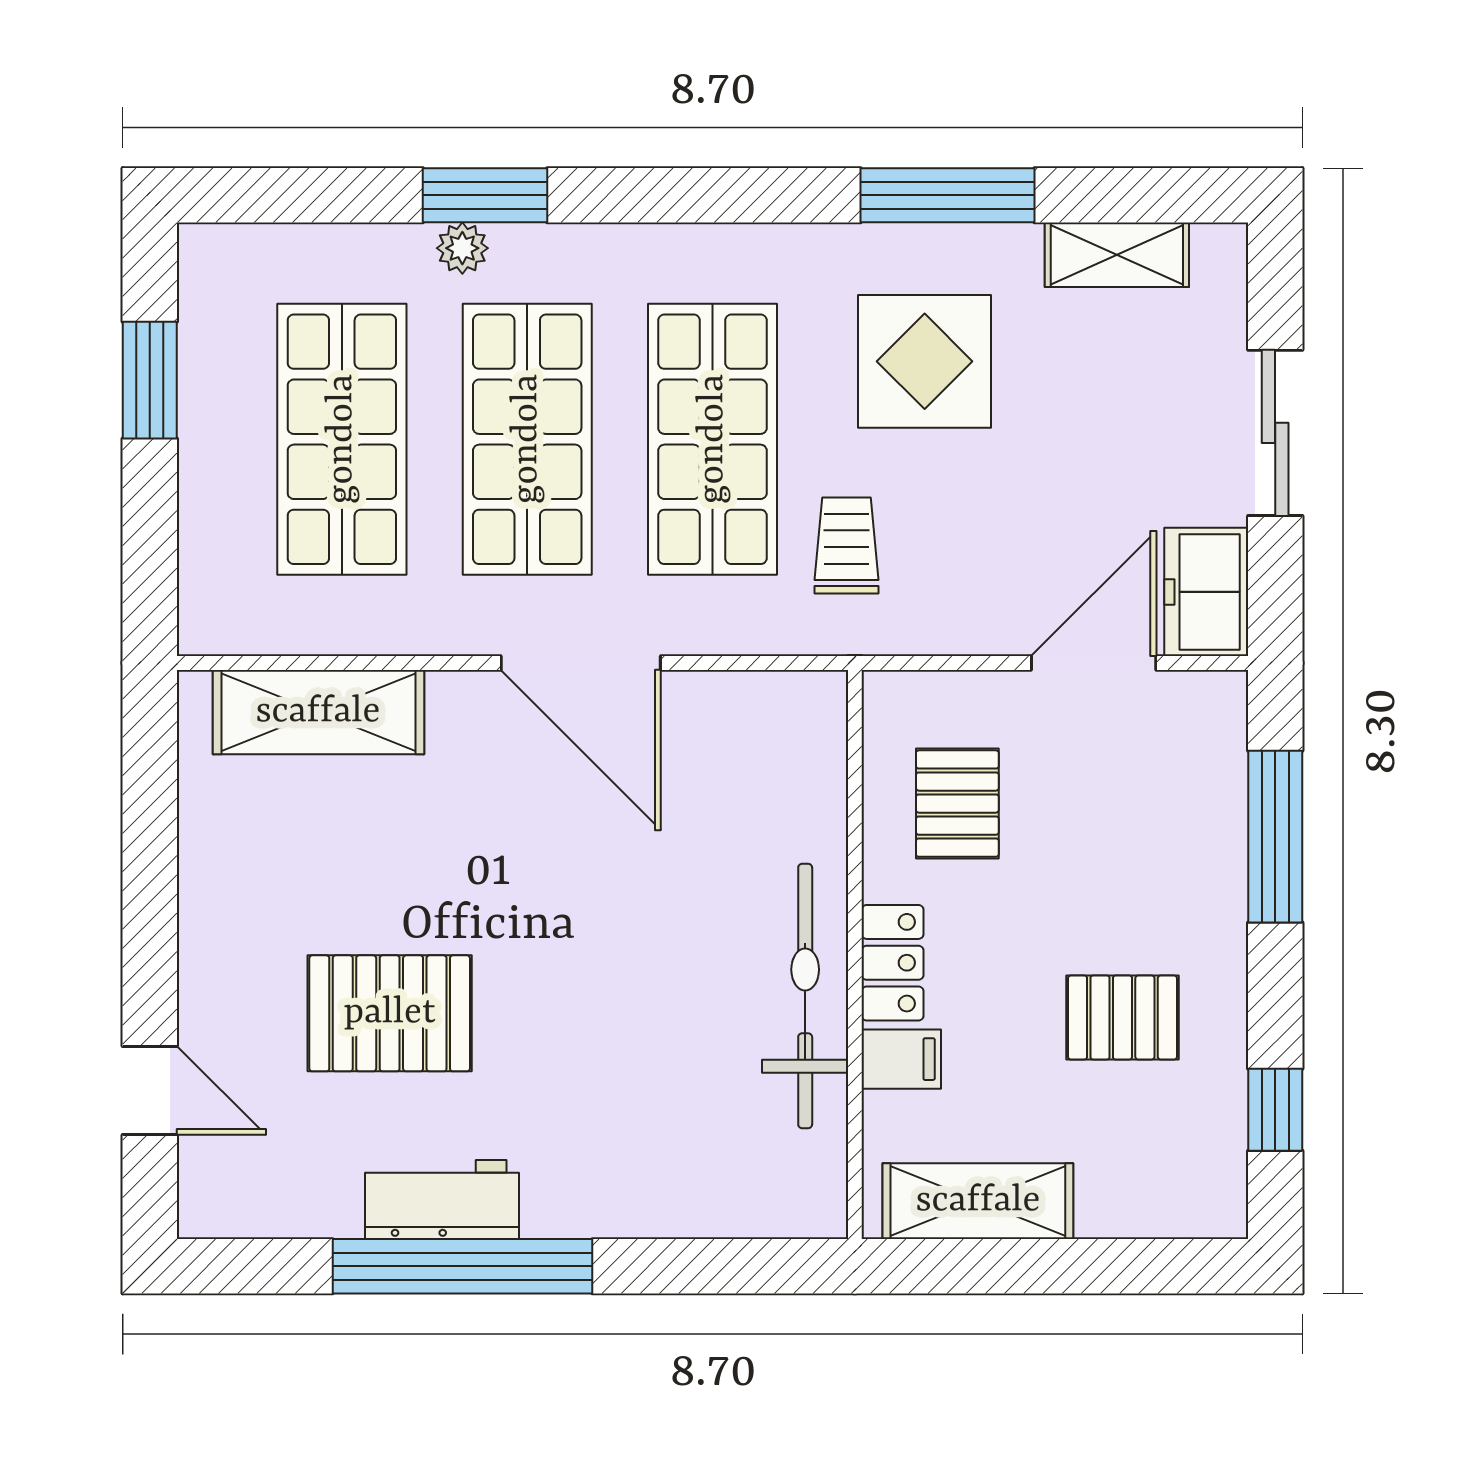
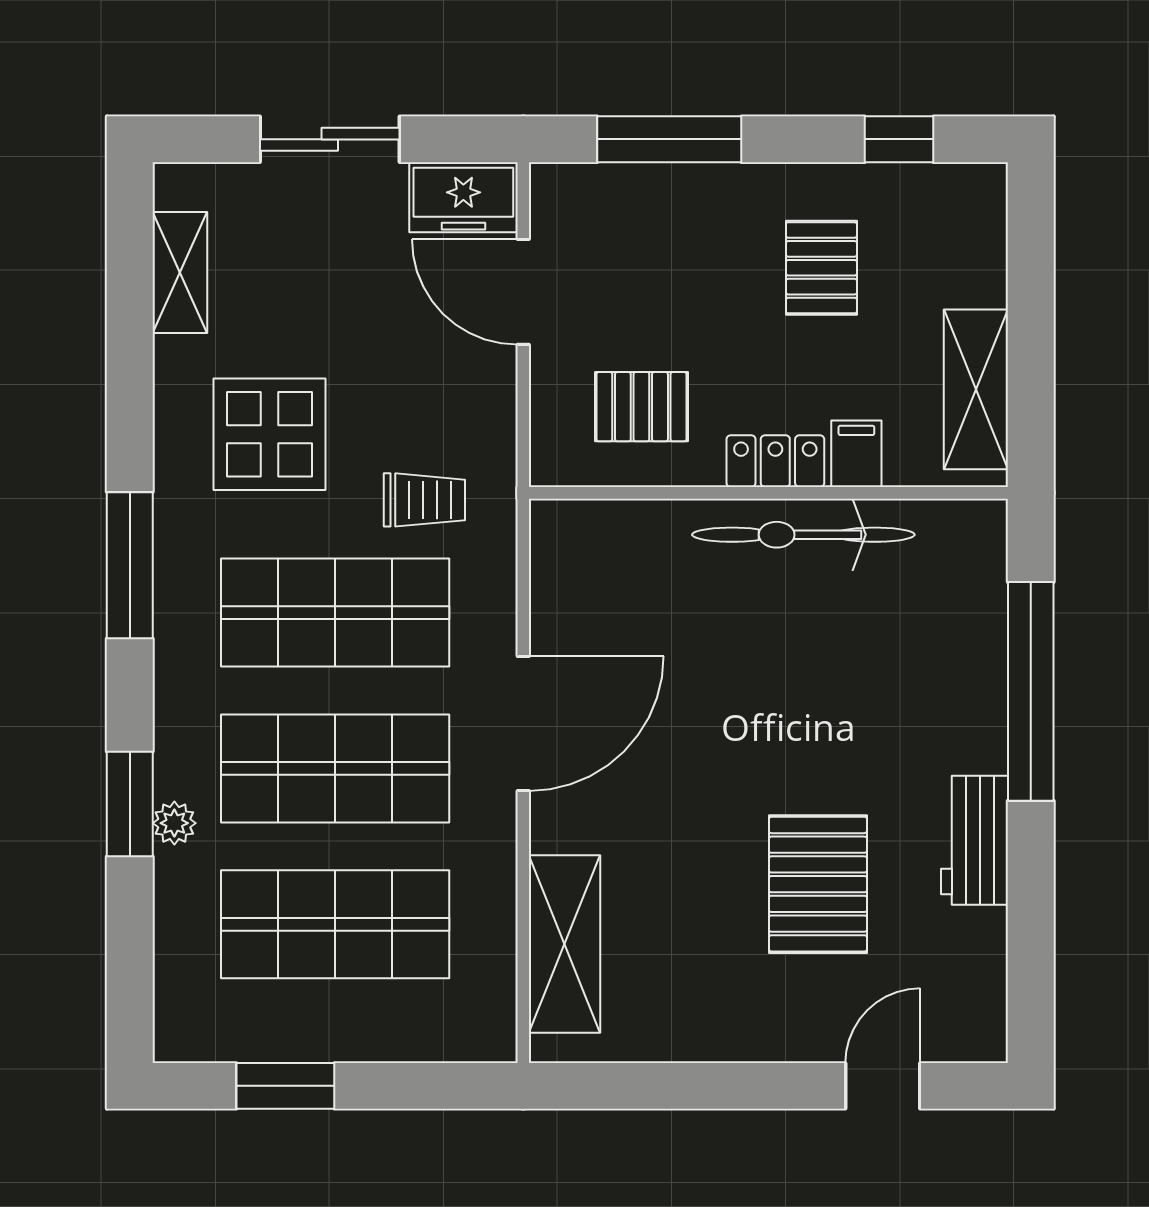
window: (947, 195) -> (130, 565), moved
trolley: (846, 545) -> (424, 500), turned 180
window: (463, 1266) -> (1031, 691), moved

